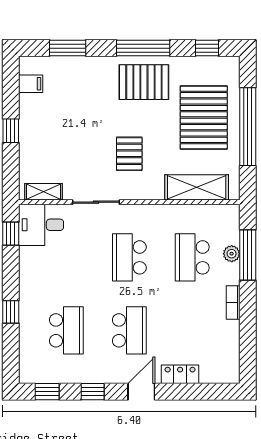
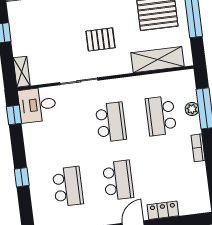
pallet: (129, 154) -> (100, 39), turned 90
shelving: (43, 192) -> (22, 72), moved, turned 90
school desk: (129, 257) -> (111, 122), turned 180

